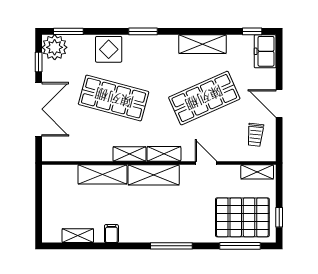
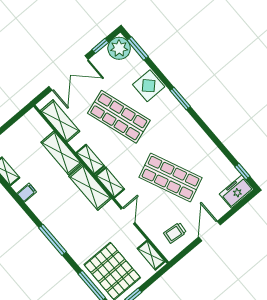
shelving: (203, 44) -> (60, 121), moved
shop shelf: (114, 98) -> (119, 117), turned -33

